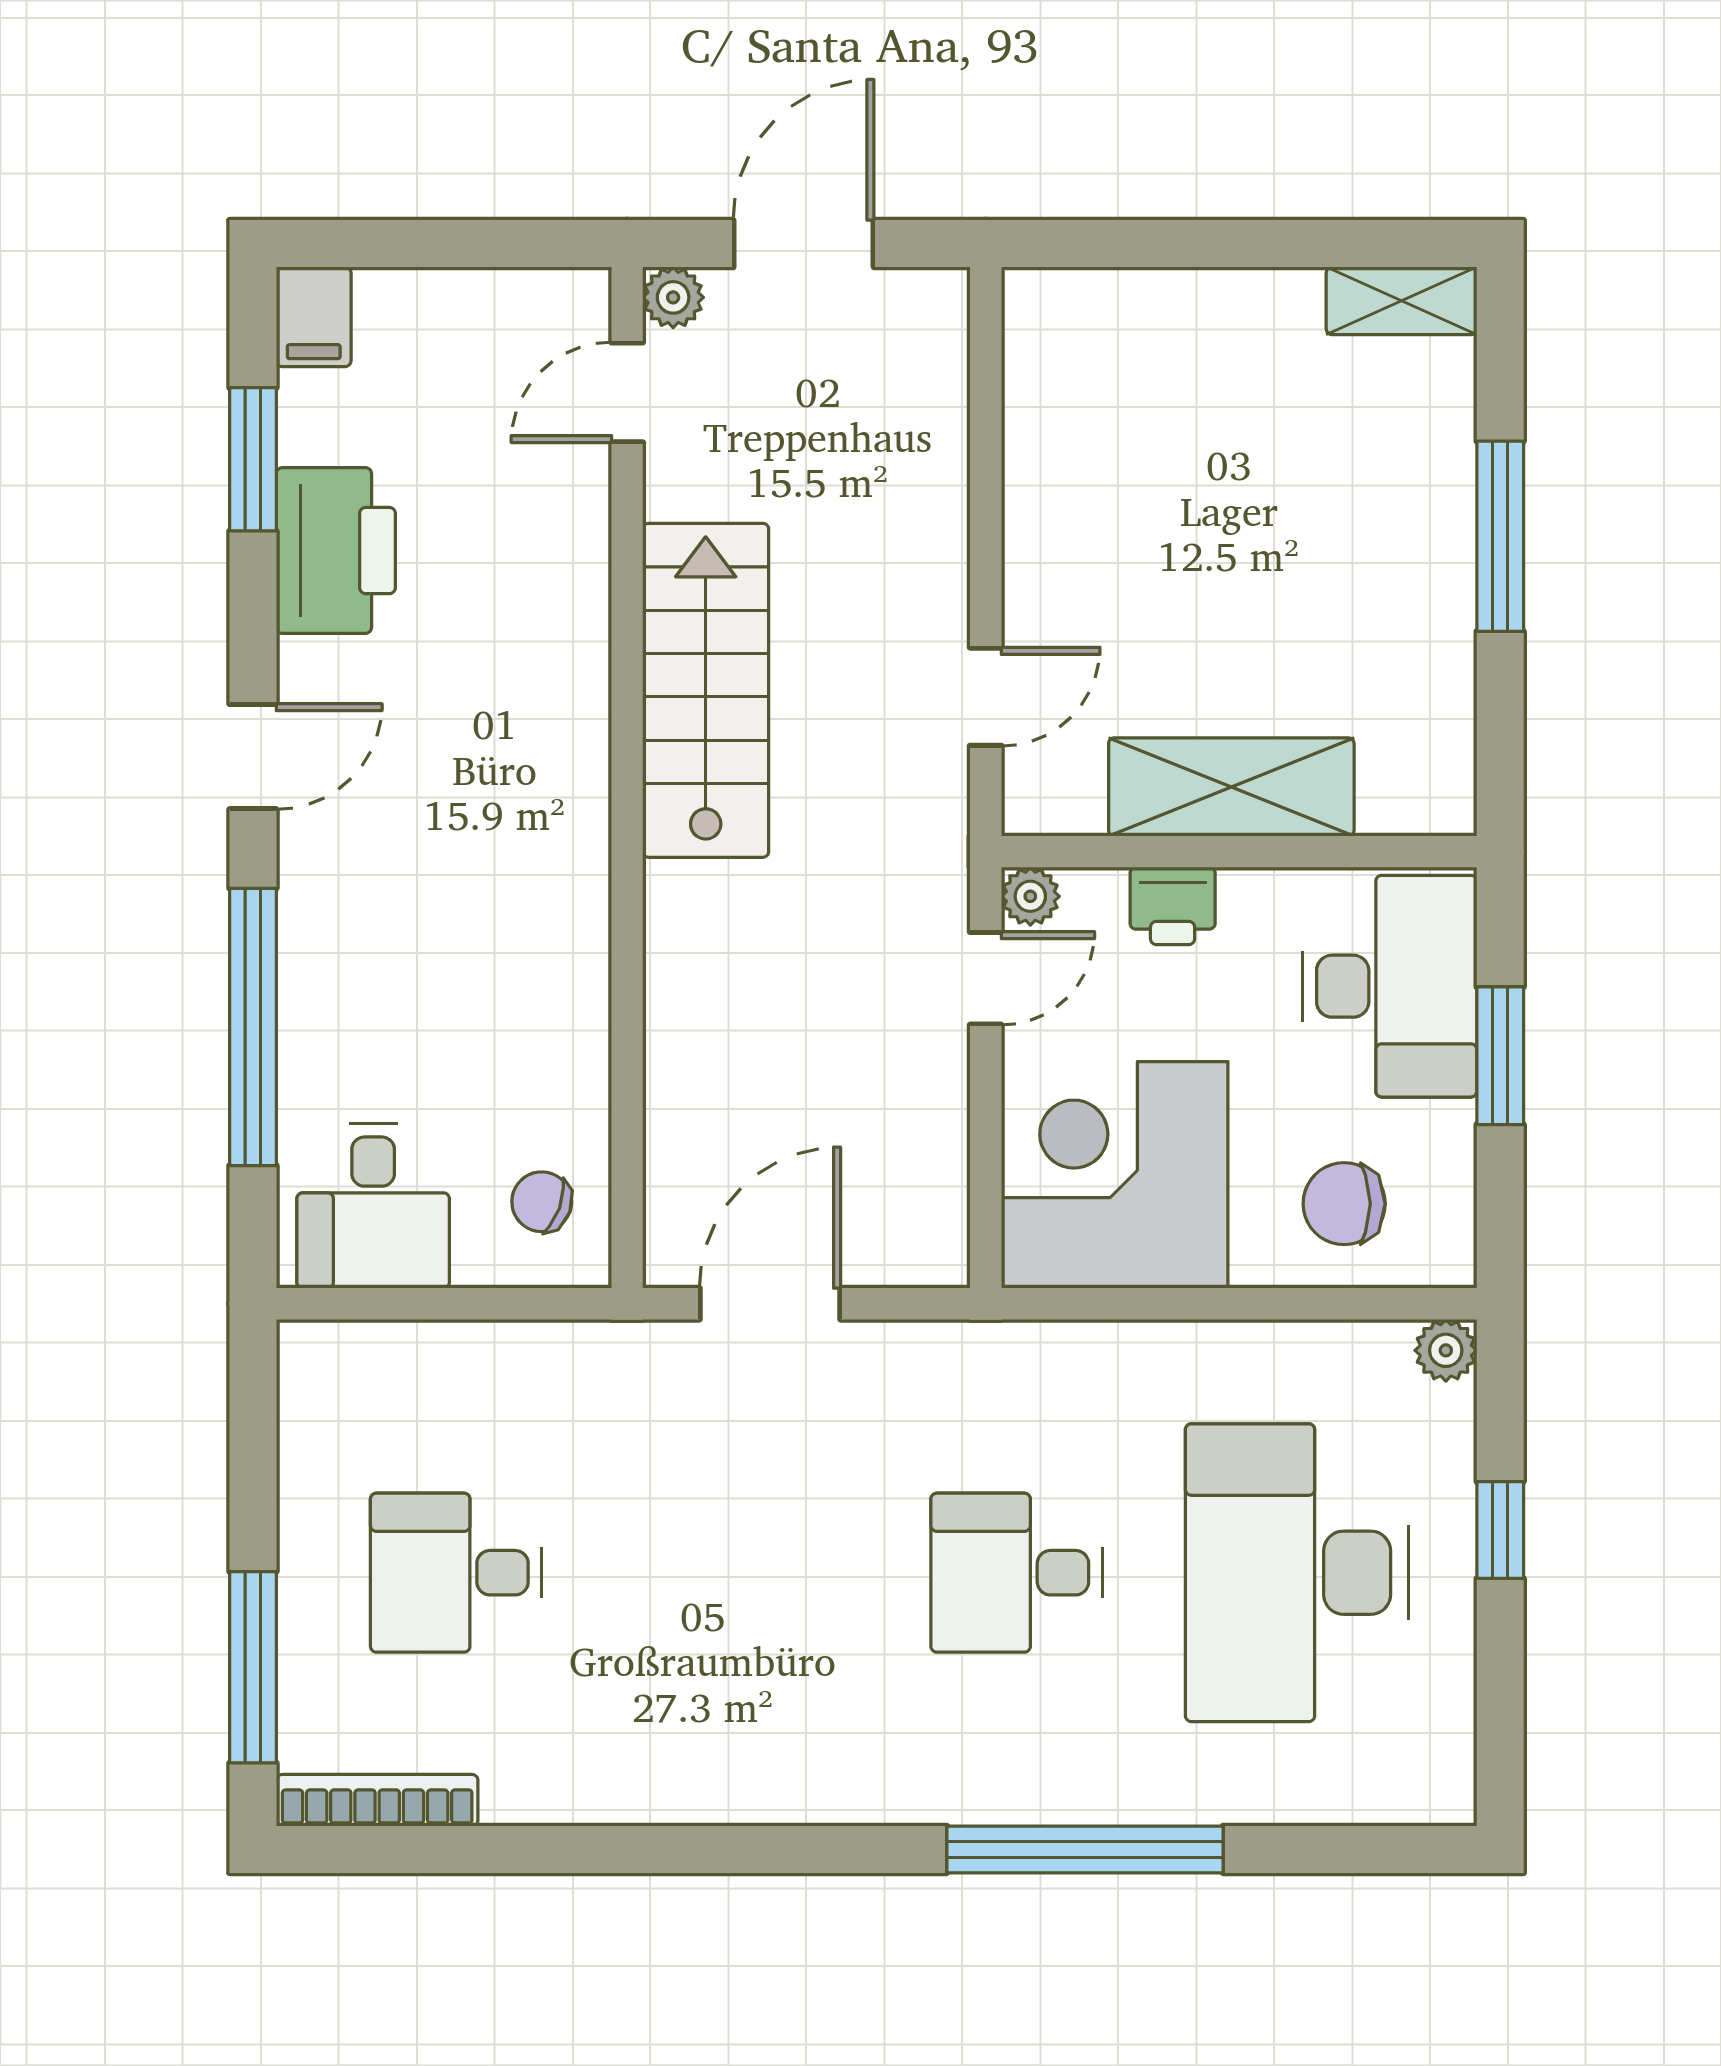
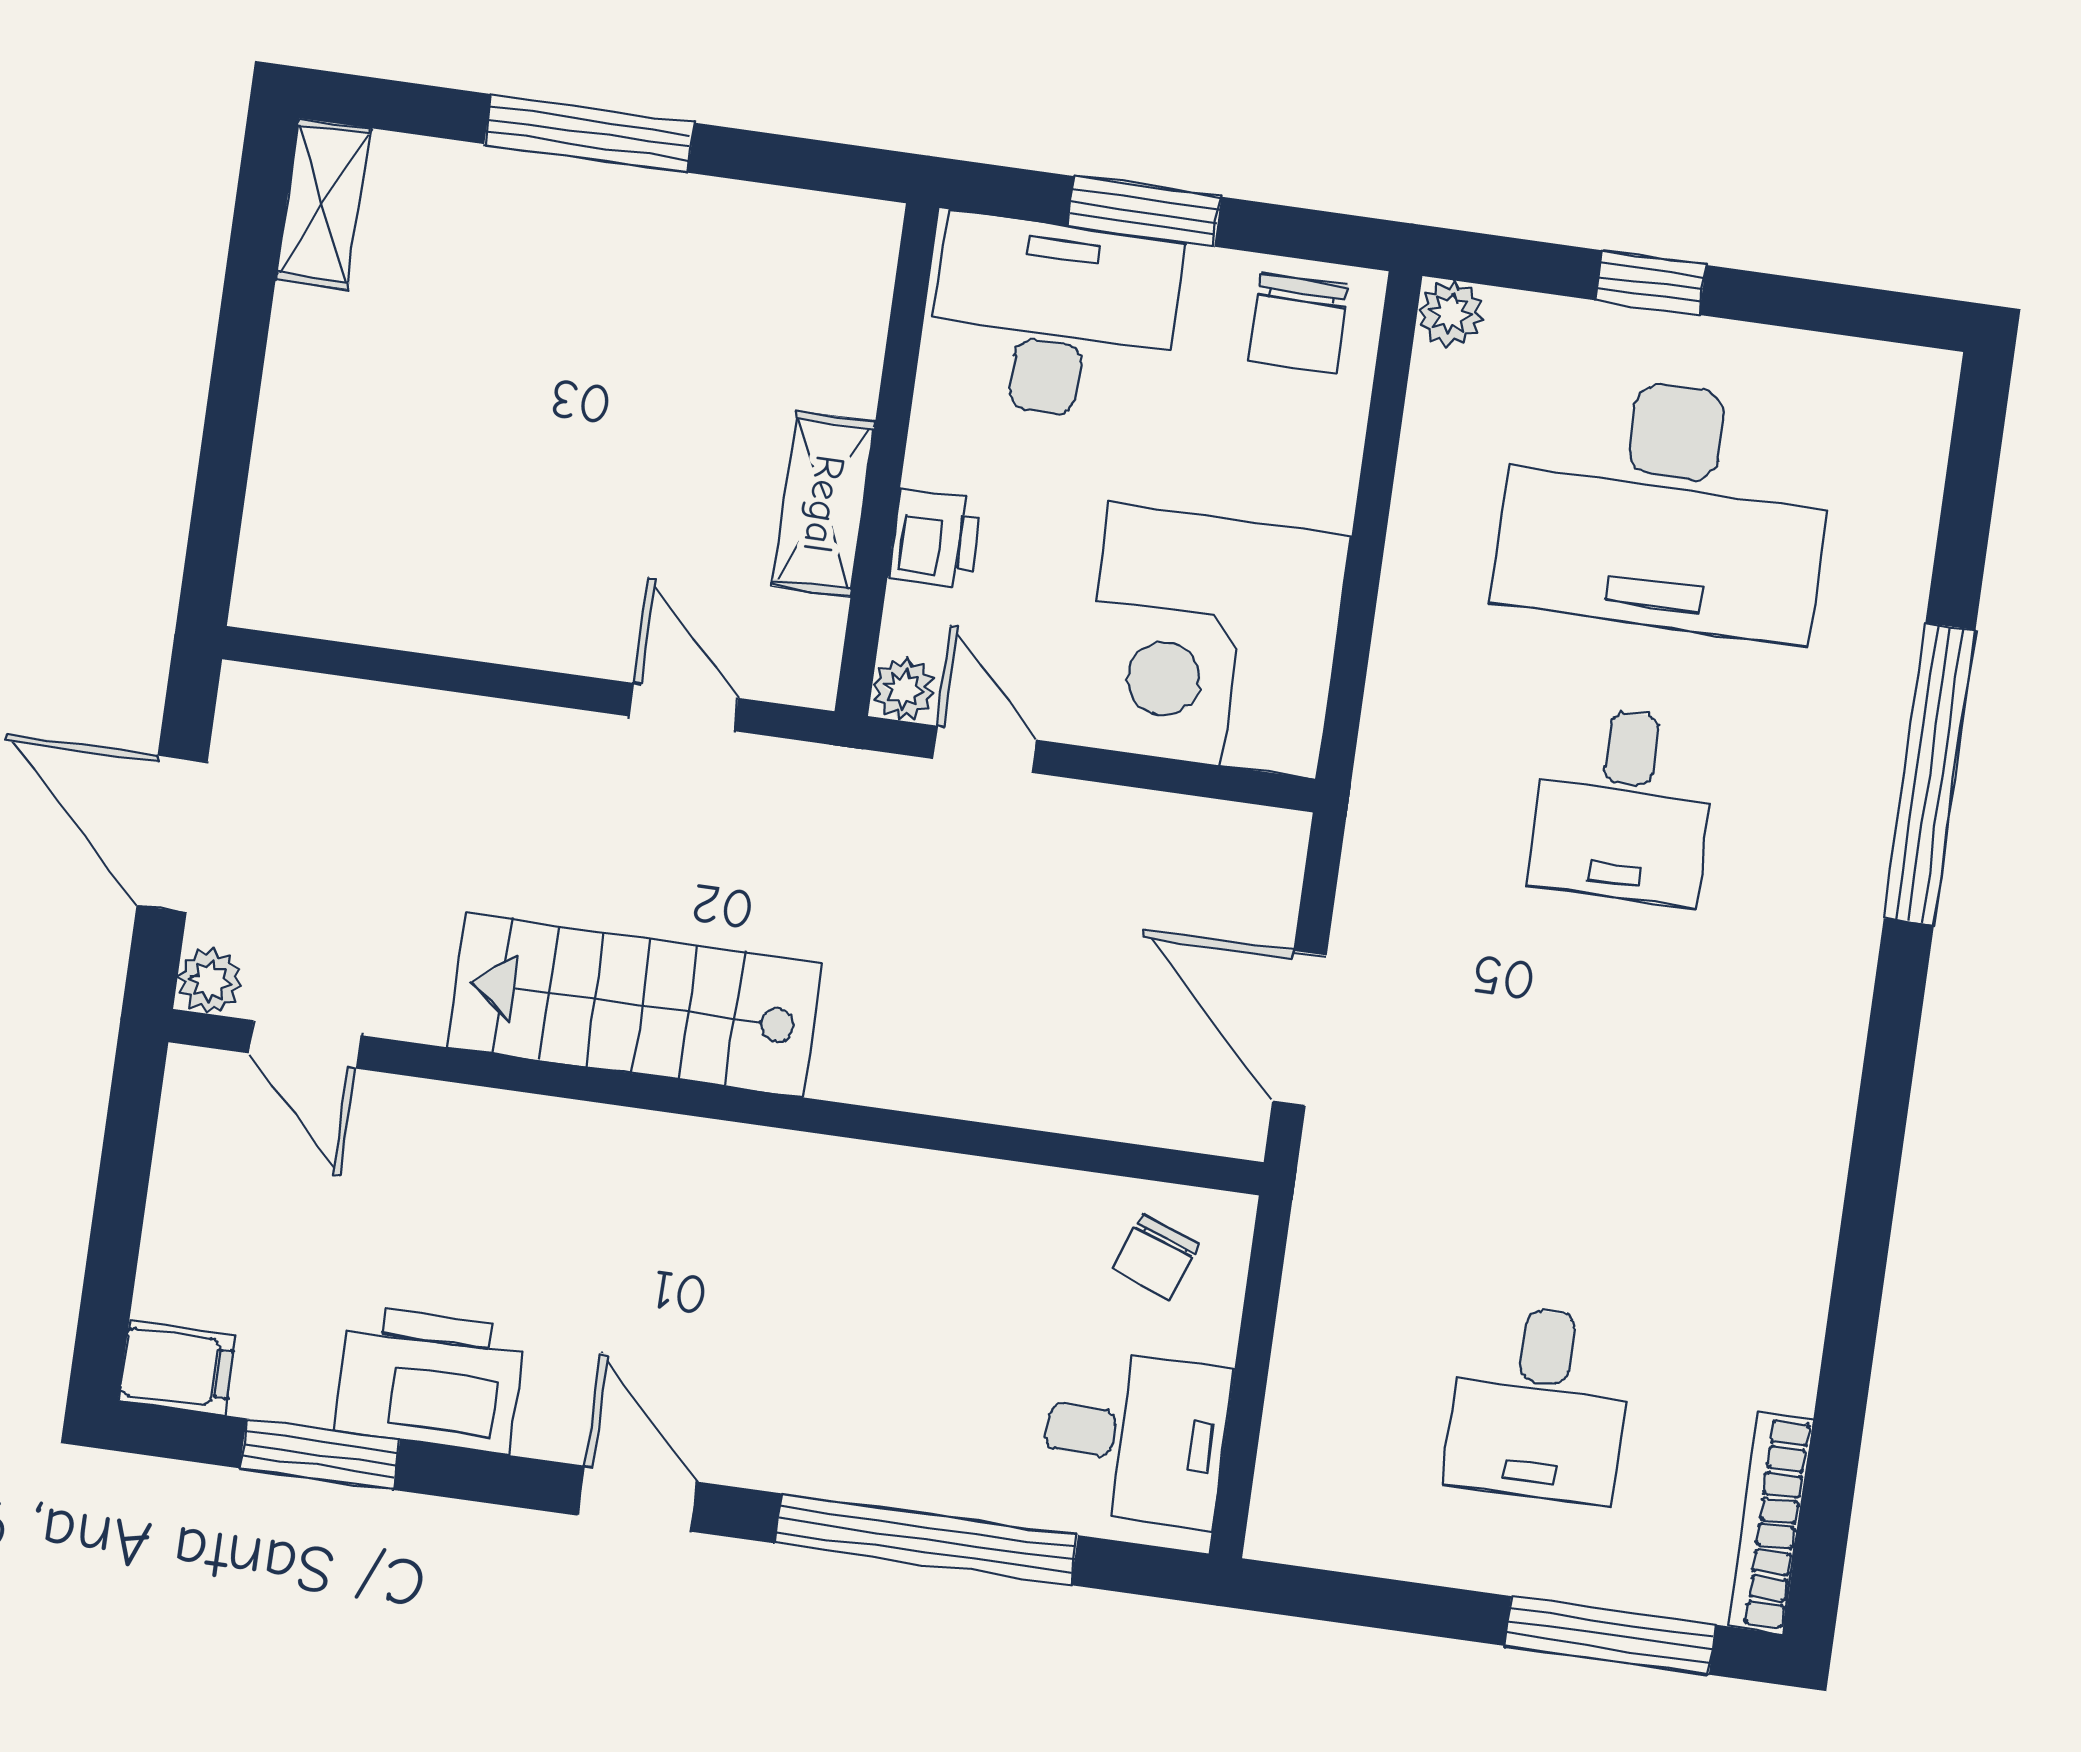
shelving: (1231, 787) -> (824, 504), width x0.67, depth x0.75
chair: (1344, 1204) -> (1298, 323), moved

